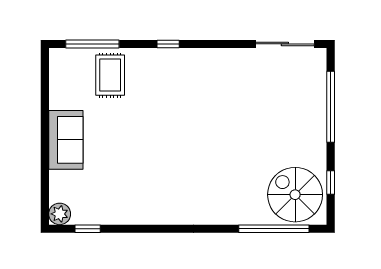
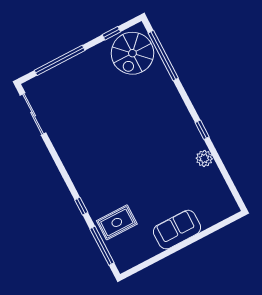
window: (168, 44) -> (81, 206), moved
plant: (60, 214) -> (204, 158), moved
window: (88, 229) -> (202, 130), moved

